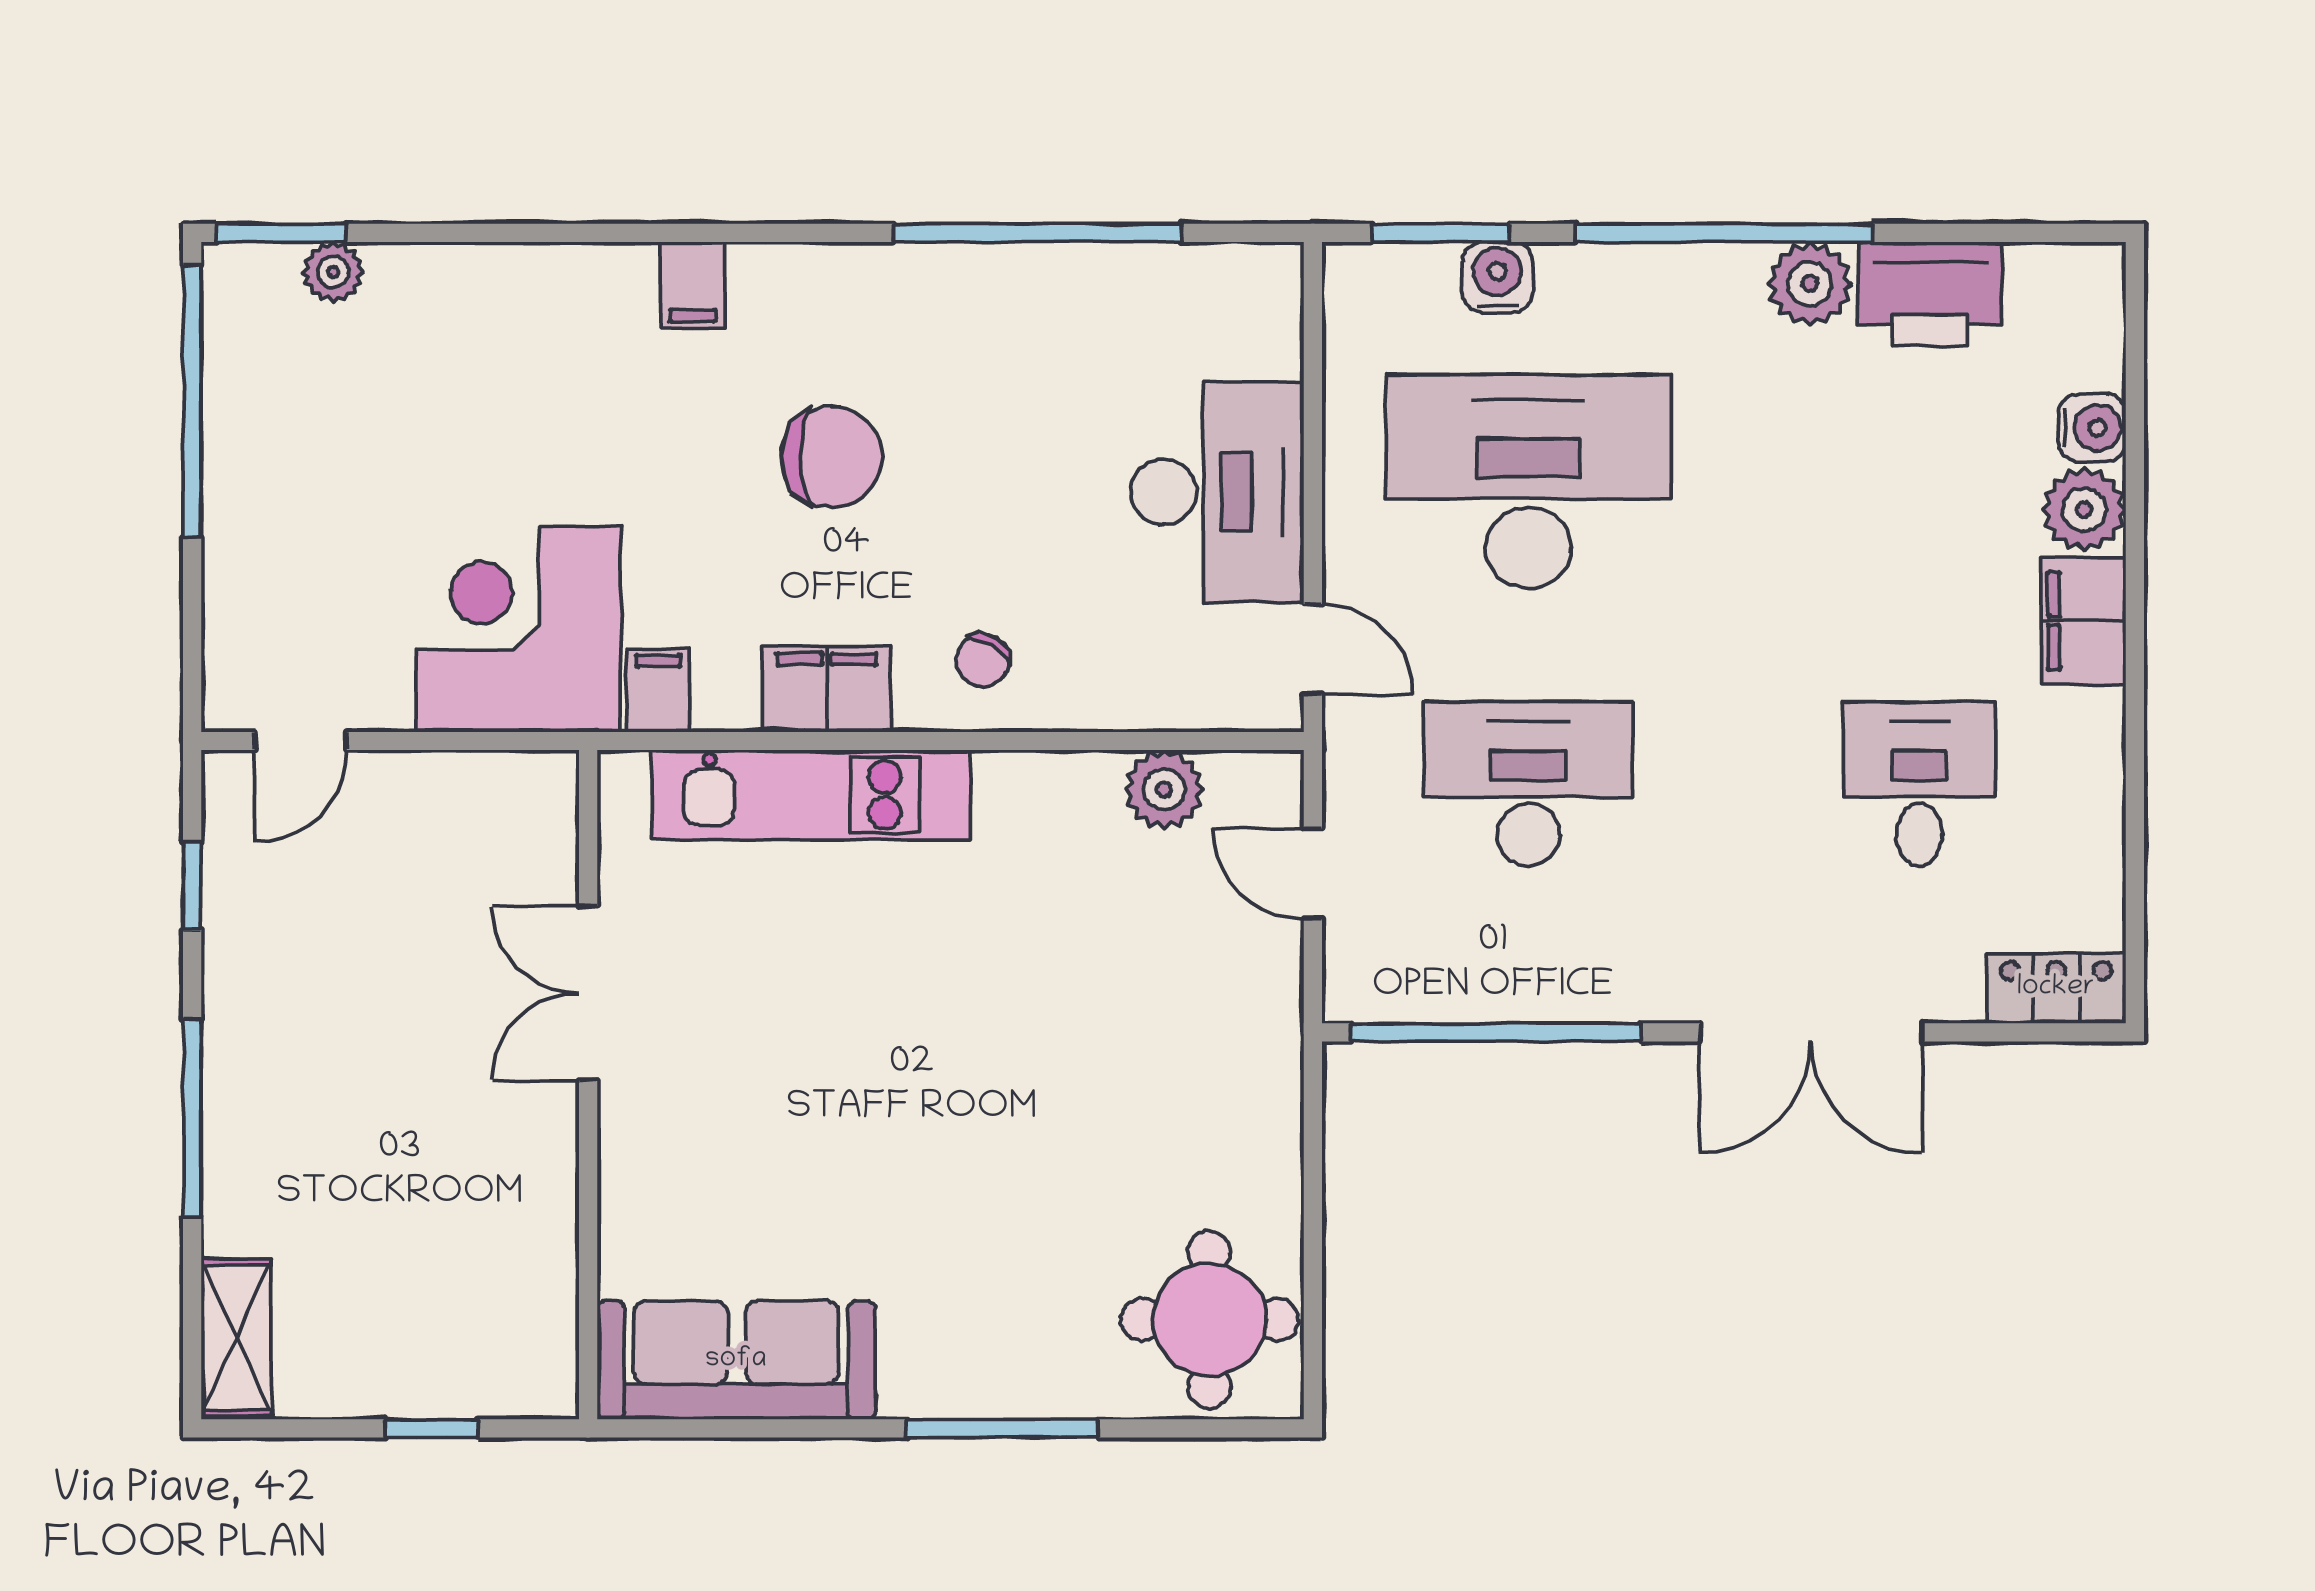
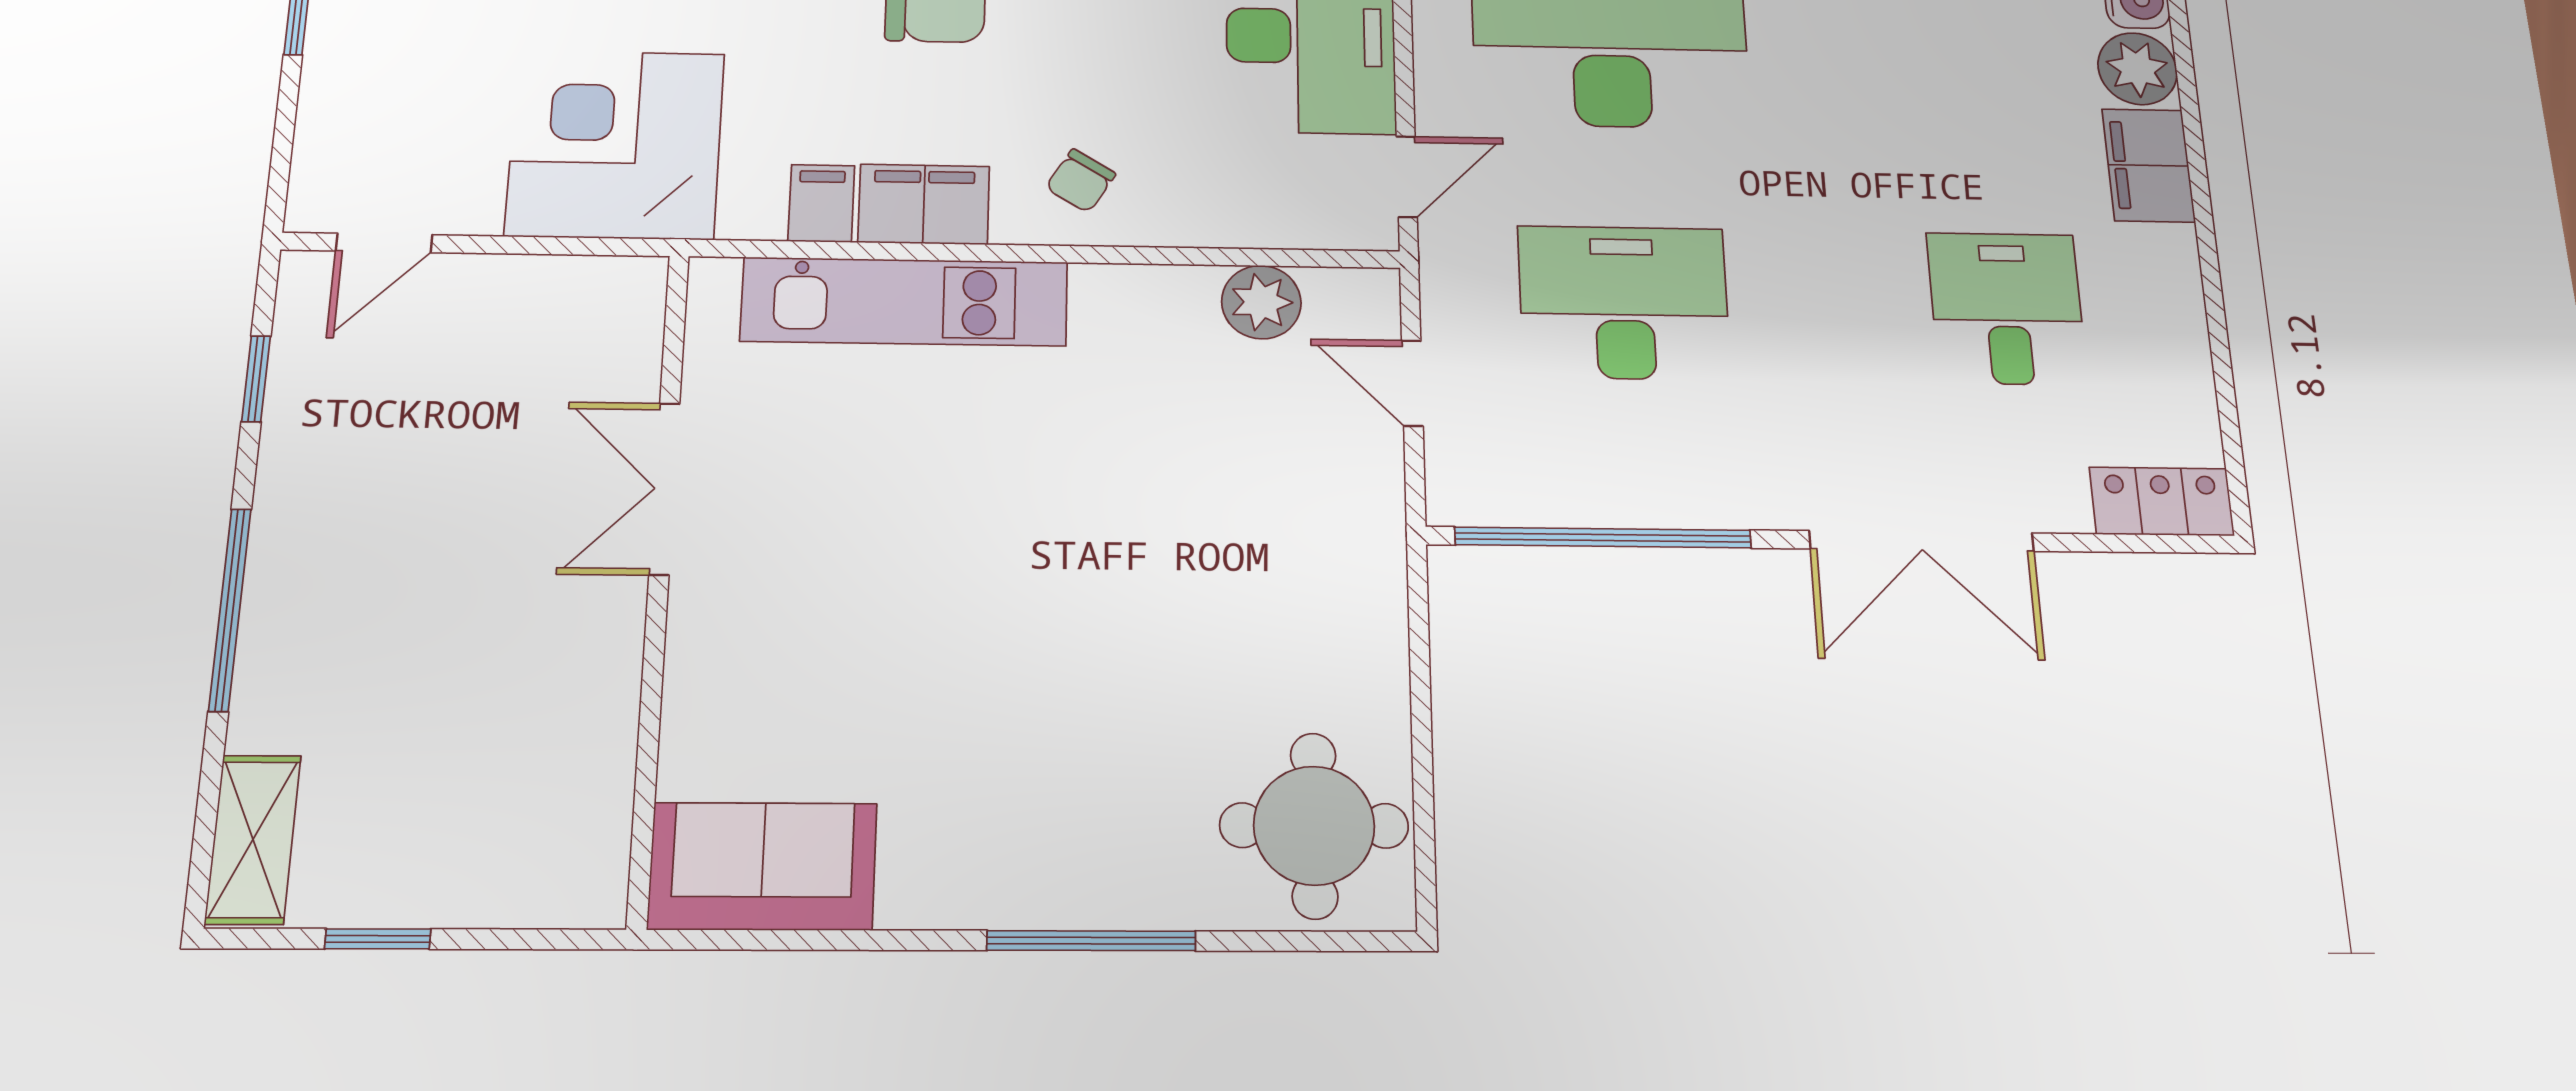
door: (1313, 649) -> (1407, 177), hinge flipped
filing cabinet: (658, 690) -> (821, 203), moved
sofa: (736, 1360) -> (763, 866), width x0.73
window: (431, 1428) -> (378, 939), moved

